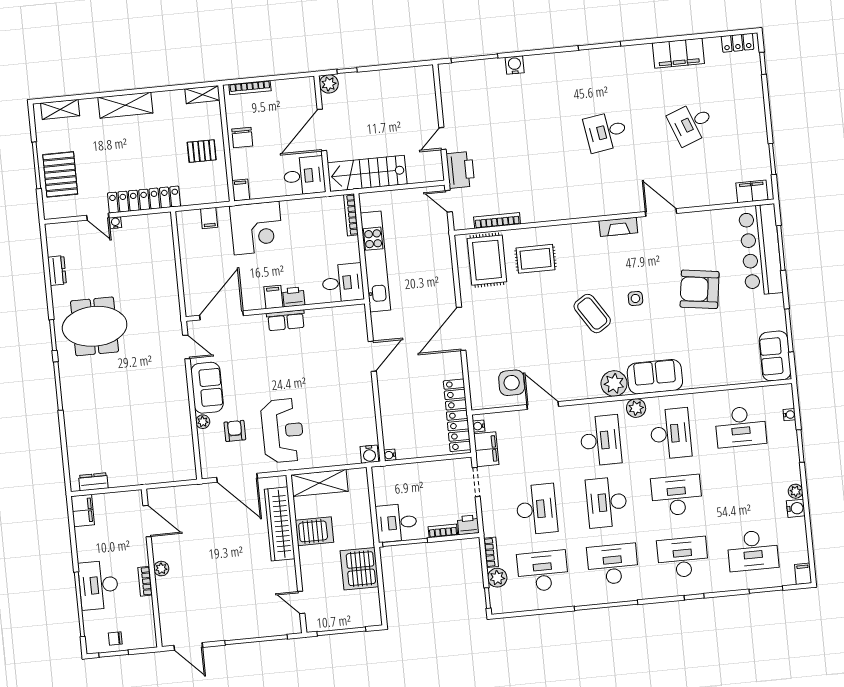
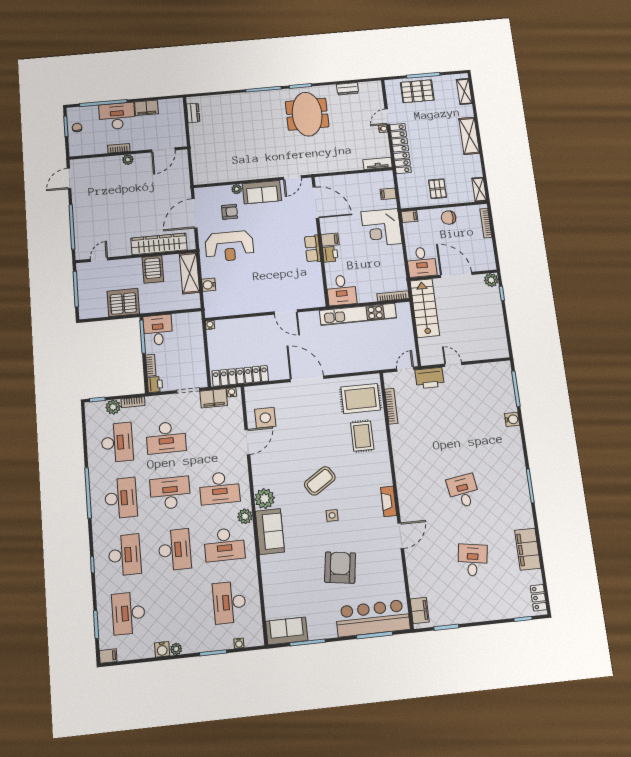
desk: (691, 123) -> (473, 560), turned 30
tv unit: (166, 231) -> (378, 163), added
water cooler: (369, 454) -> (209, 285), moved
filing cabinet: (83, 510) -> (146, 108), moved

